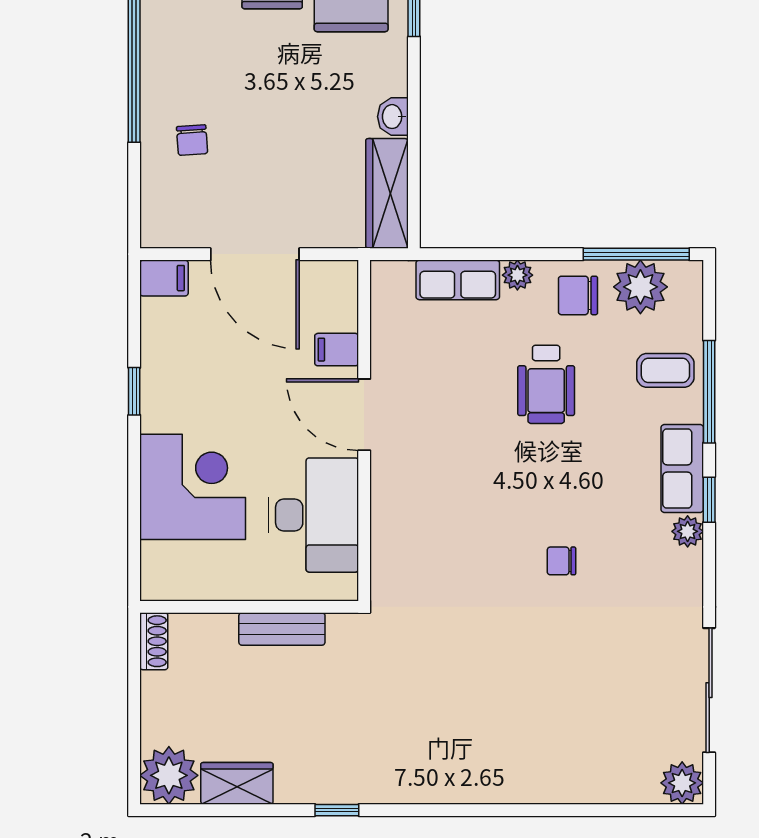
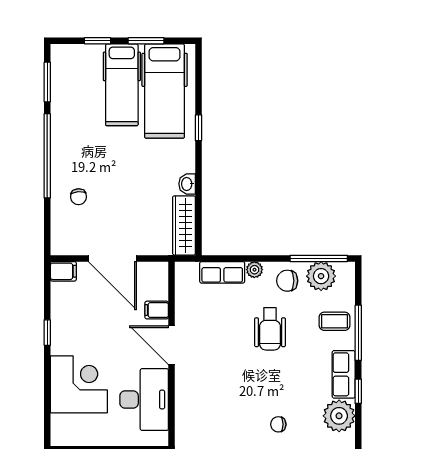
plant: (688, 531) -> (339, 416), width x1.88, depth x1.88

